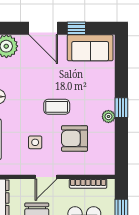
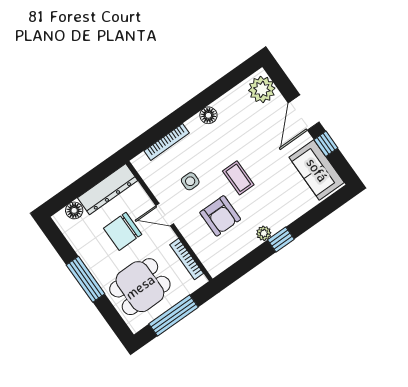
armchair: (75, 138) -> (220, 216), turned 180

